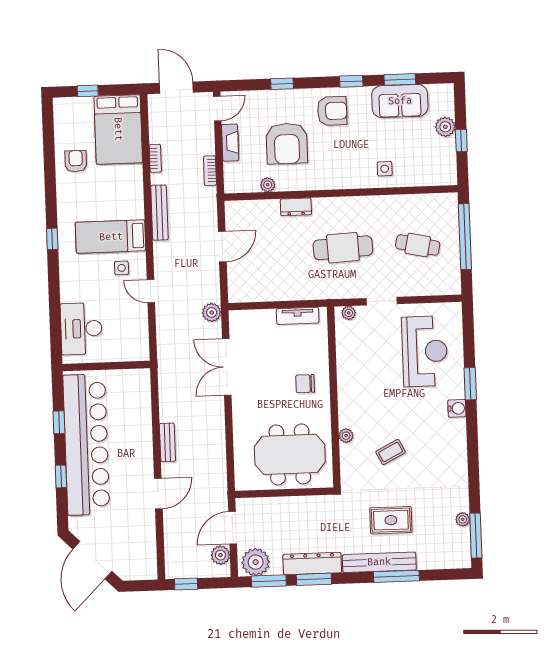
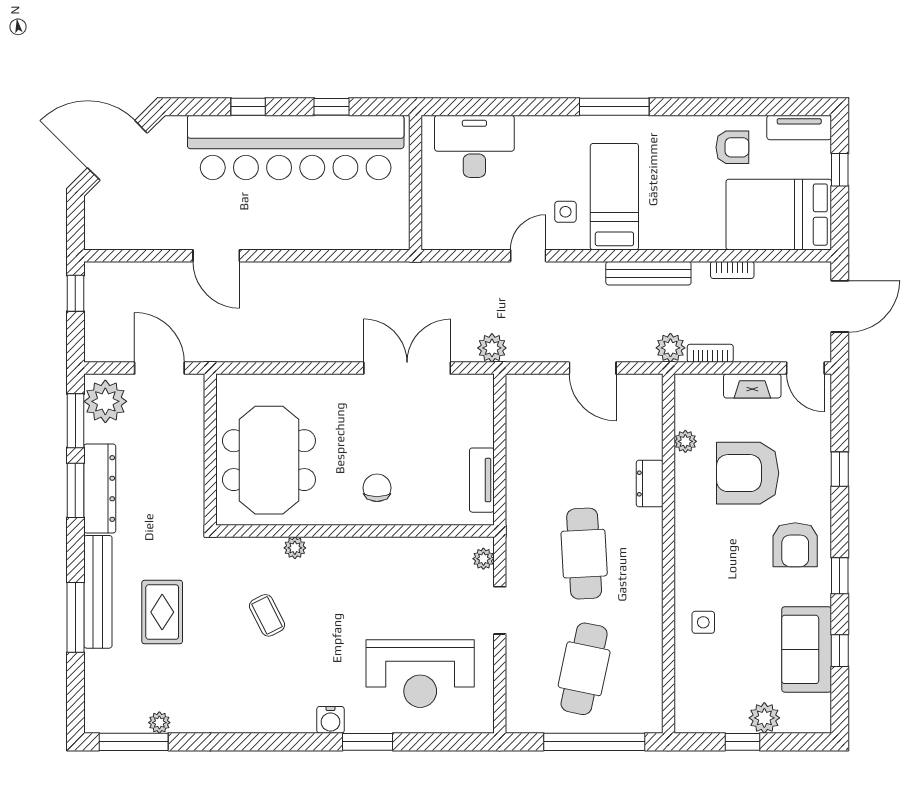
window: (400, 79) -> (840, 651), width x0.67
tv unit: (61, 118) -> (799, 127), added
window: (52, 239) -> (614, 107), width x2.17
cafe table: (418, 245) -> (584, 669), width x1.37, depth x1.35
bench: (167, 442) -> (295, 273), removed
plant: (220, 555) -> (670, 348), moved

